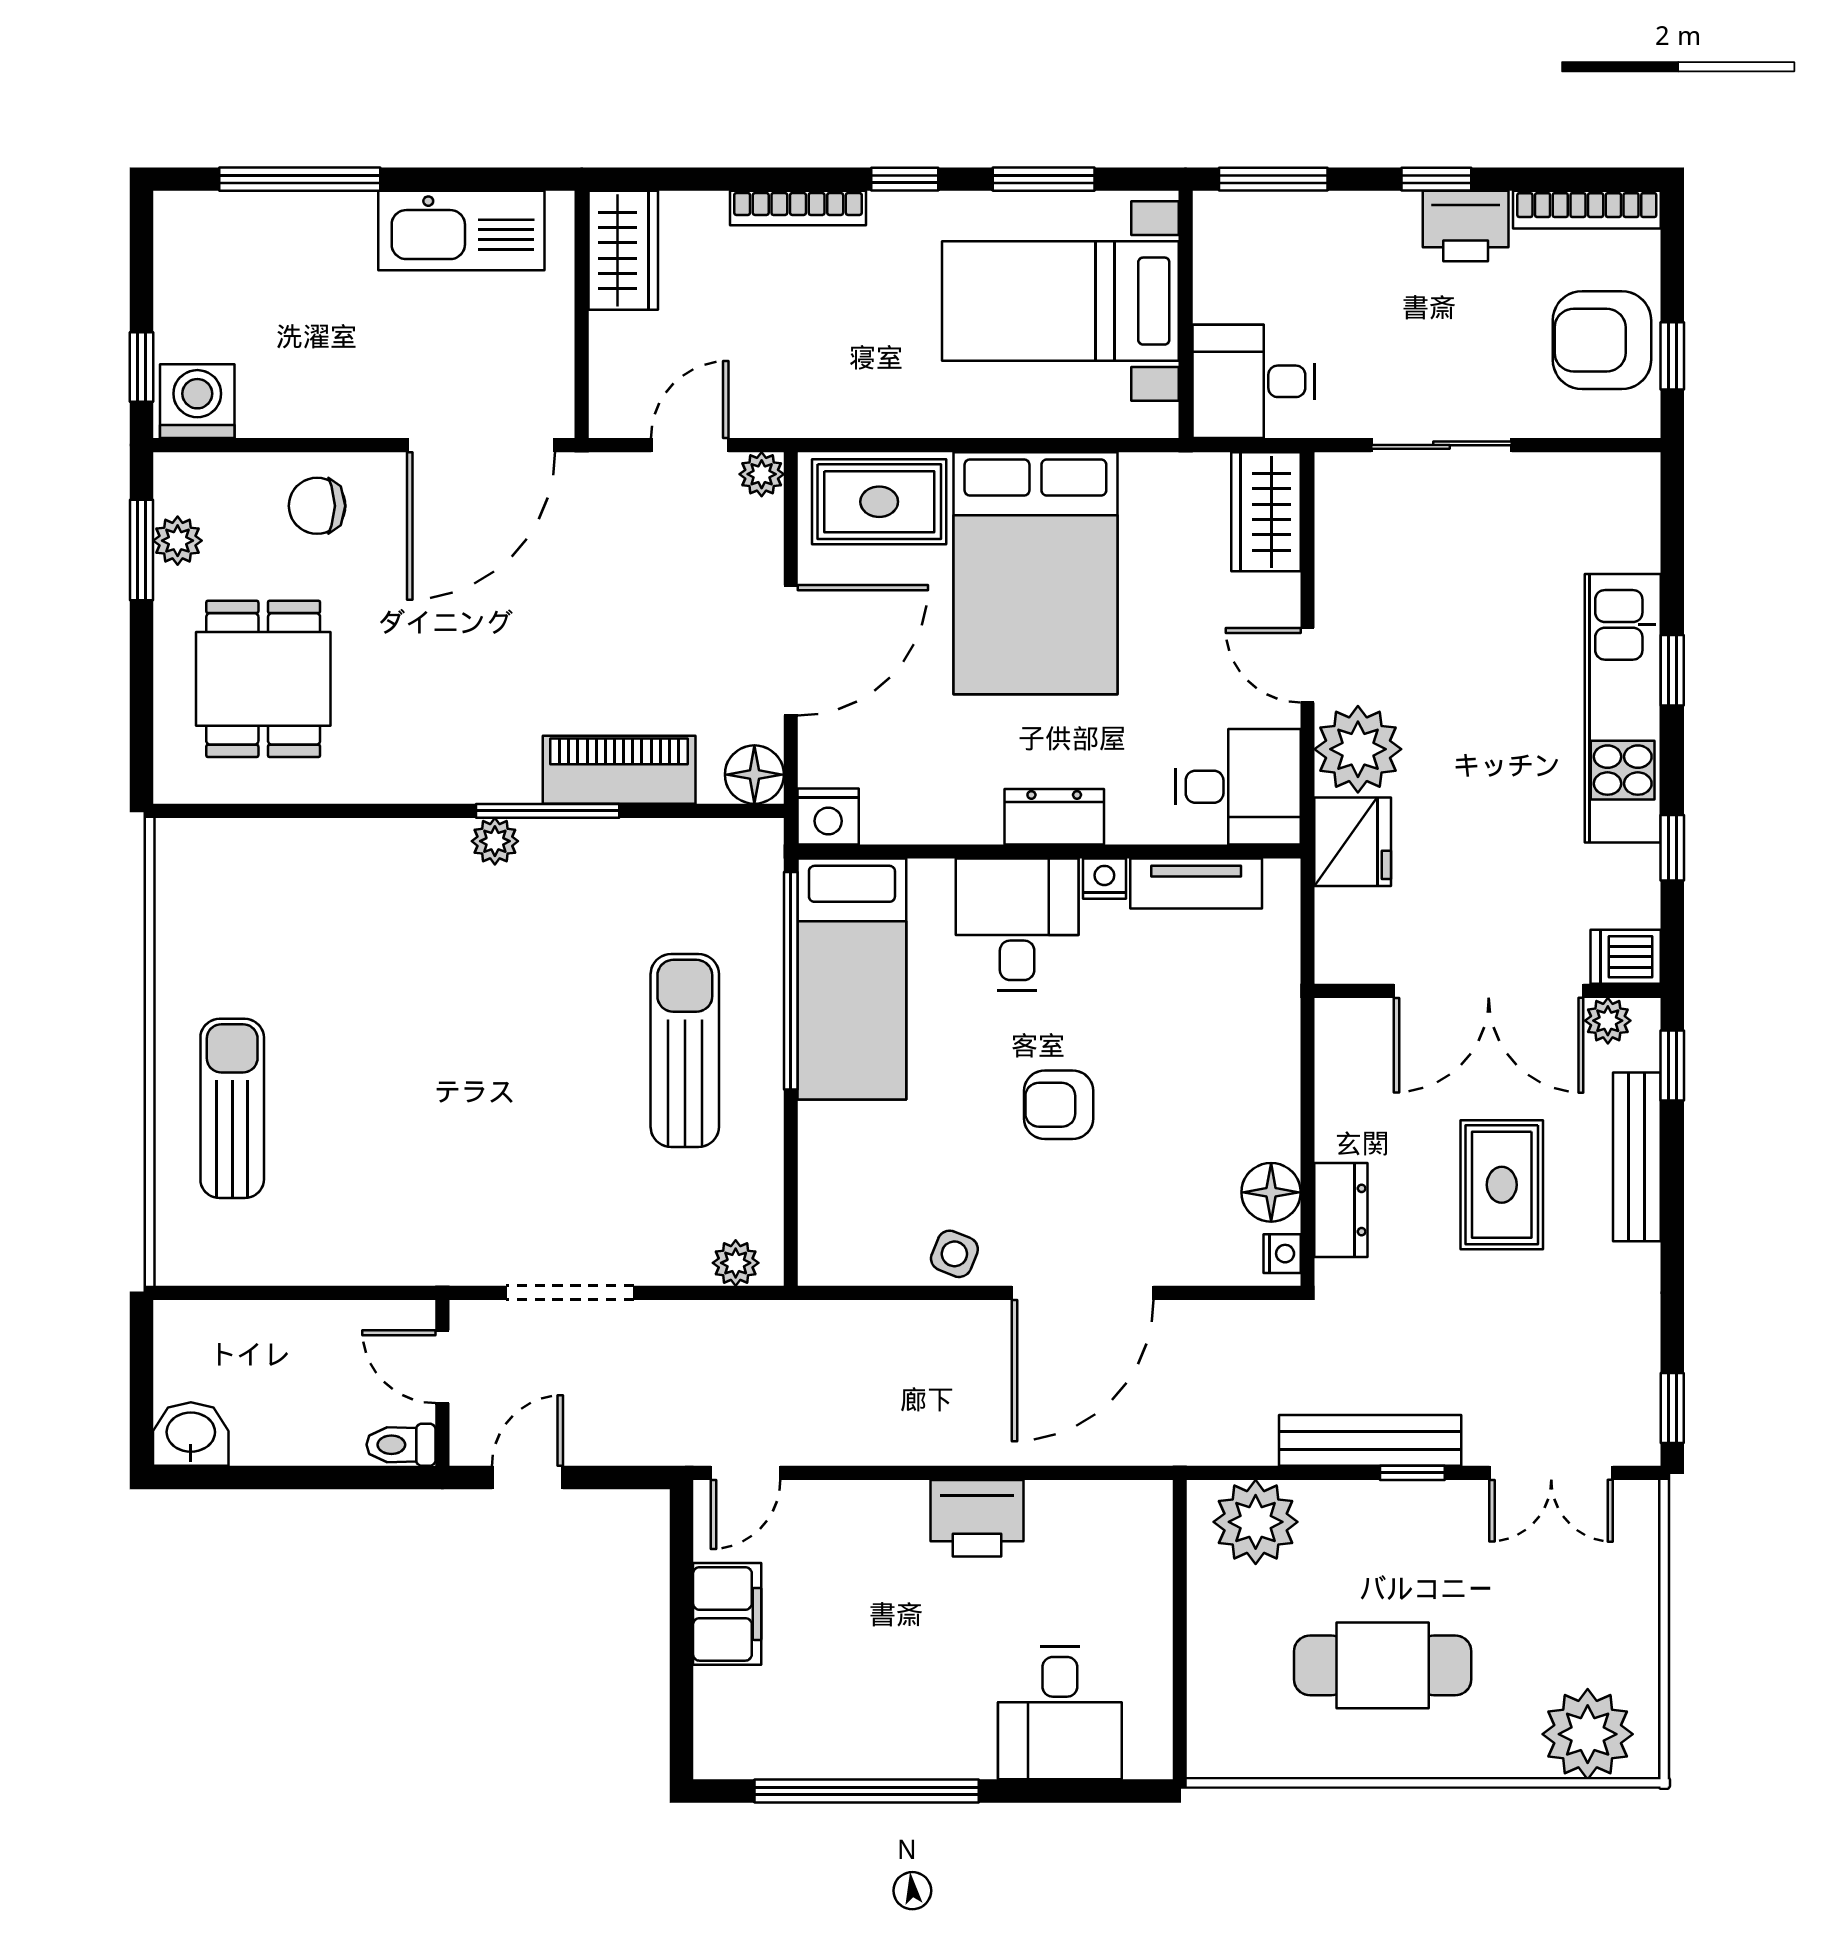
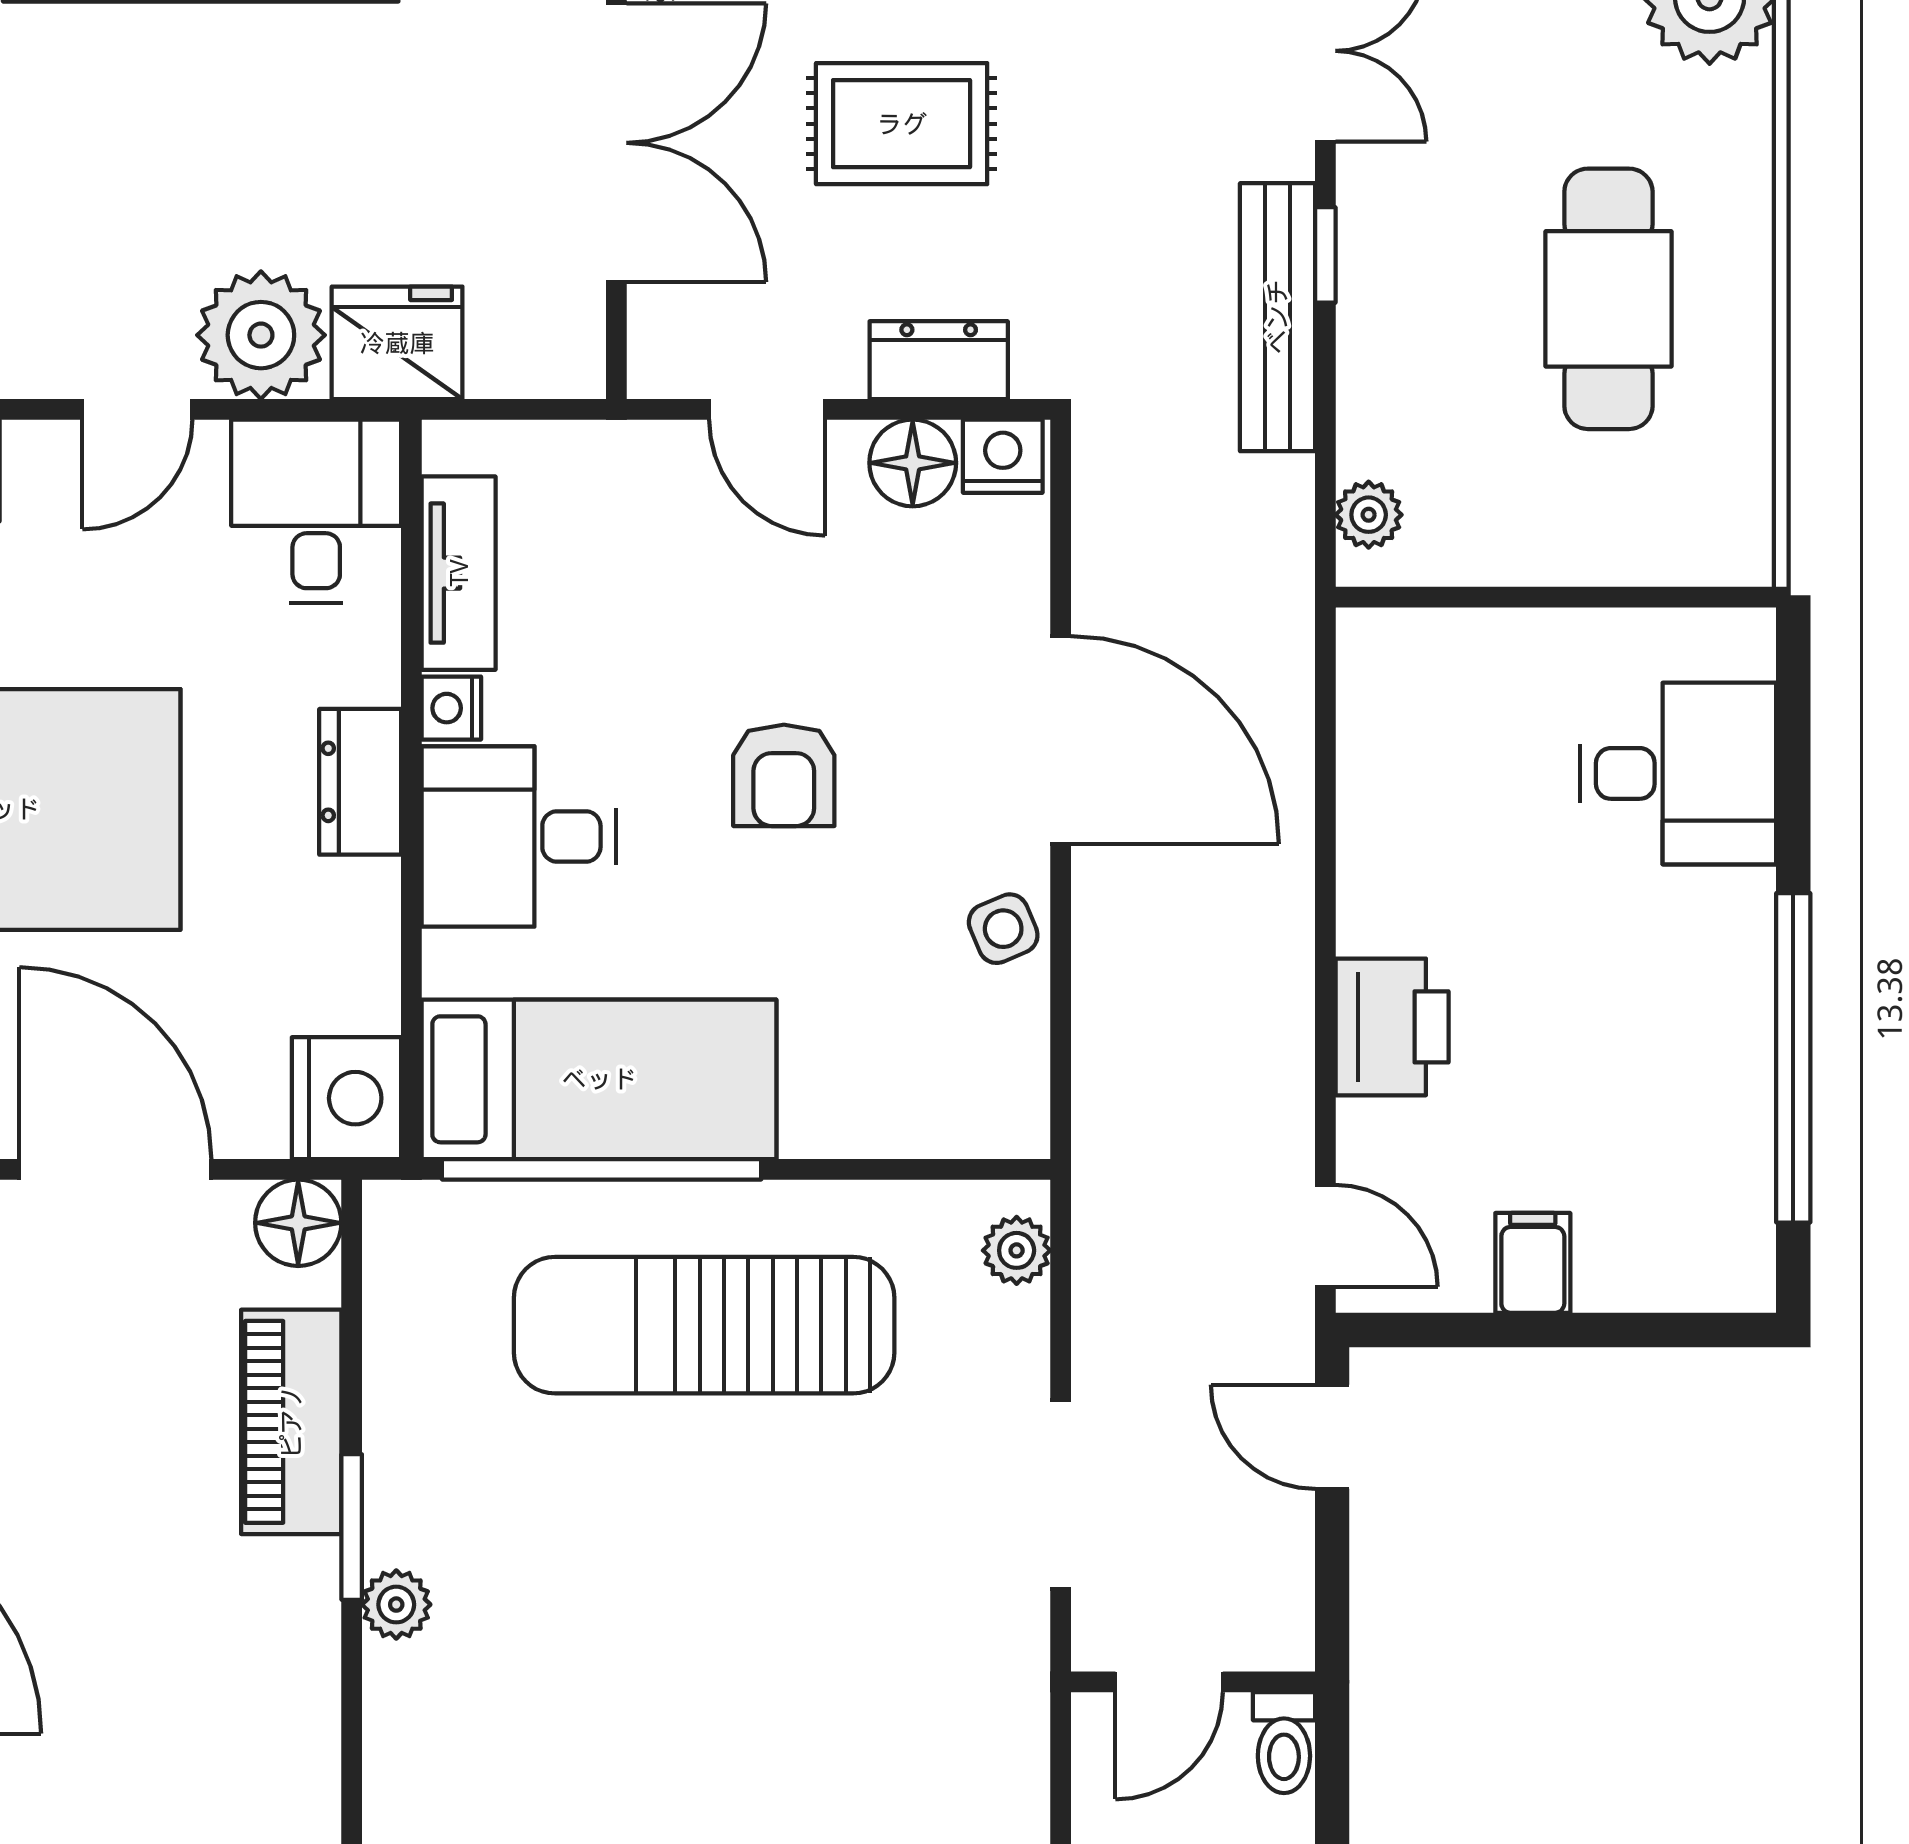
window: (548, 811) -> (352, 1527), width x0.69
nightstand: (828, 817) -> (346, 1098), width x1.36, depth x1.33
sun lounger: (685, 1050) -> (704, 1325), width x1.36, depth x1.34
door: (1308, 1093) -> (767, 409), added
side table: (954, 1254) -> (1003, 929), turned 45
nightstand: (1282, 1254) -> (1003, 456), width x1.39, depth x1.35
door: (528, 1477) -> (1332, 1437), moved
printer: (977, 1518) -> (1392, 1027), moved
plant: (1256, 1522) -> (1369, 515), width x0.53, depth x0.53
filing cabinet: (727, 1614) -> (1533, 1263), width x0.50

